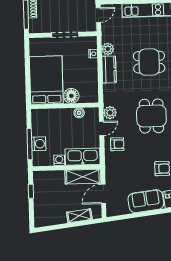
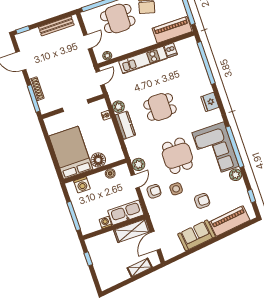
washing machine: (39, 144) -> (82, 185), moved, turned 90
side table: (140, 149) -> (176, 189), added

